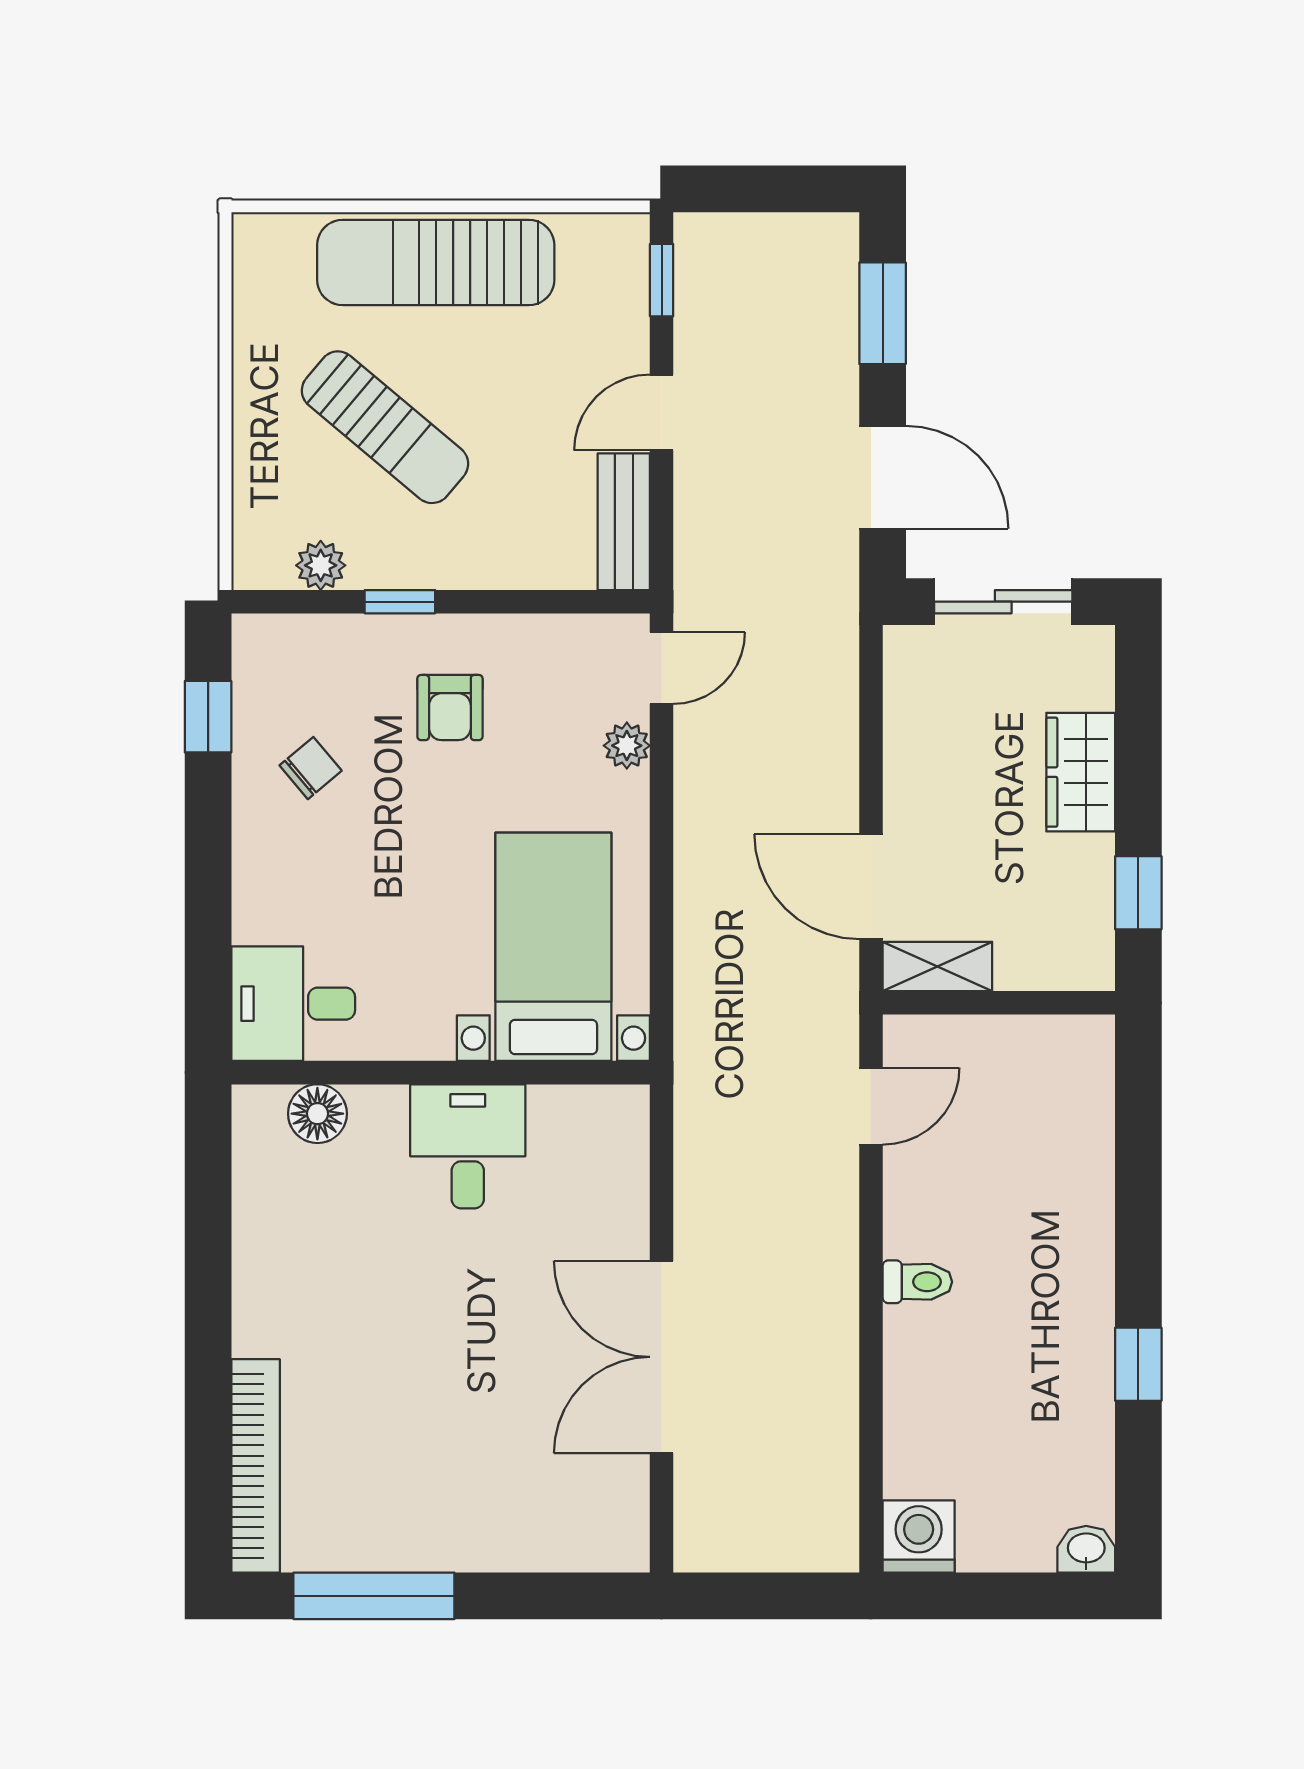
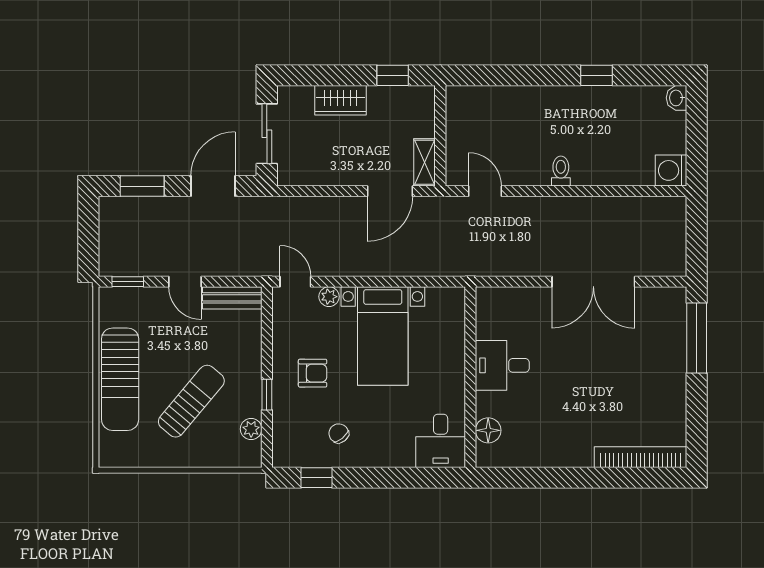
bed with nightstands: (553, 947) -> (383, 336), moved, turned -90
window: (374, 1596) -> (697, 338), moved

